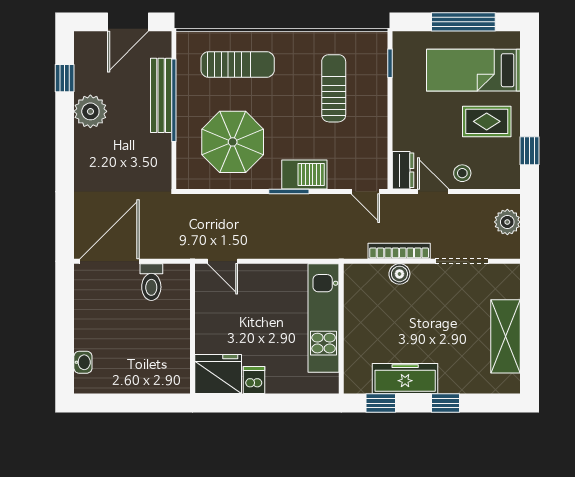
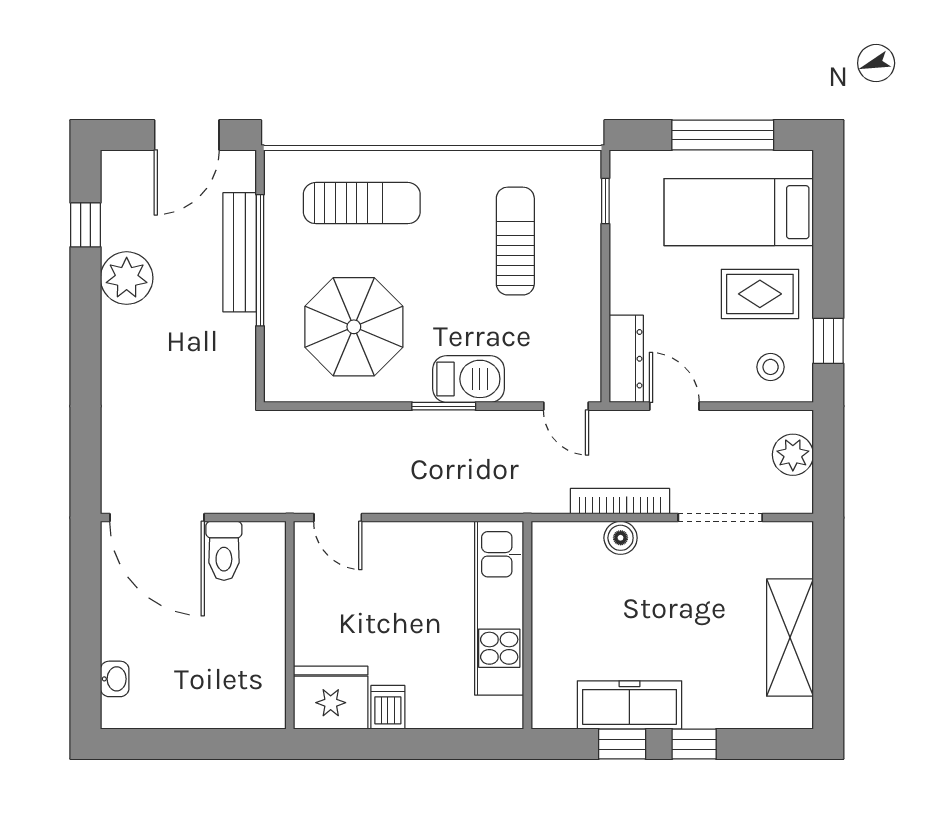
dresser: (403, 170) -> (626, 359), width x1.44
stool: (462, 173) -> (771, 367), moved
door: (109, 261) -> (157, 518), swing flipped
window: (381, 403) -> (622, 744), moved

